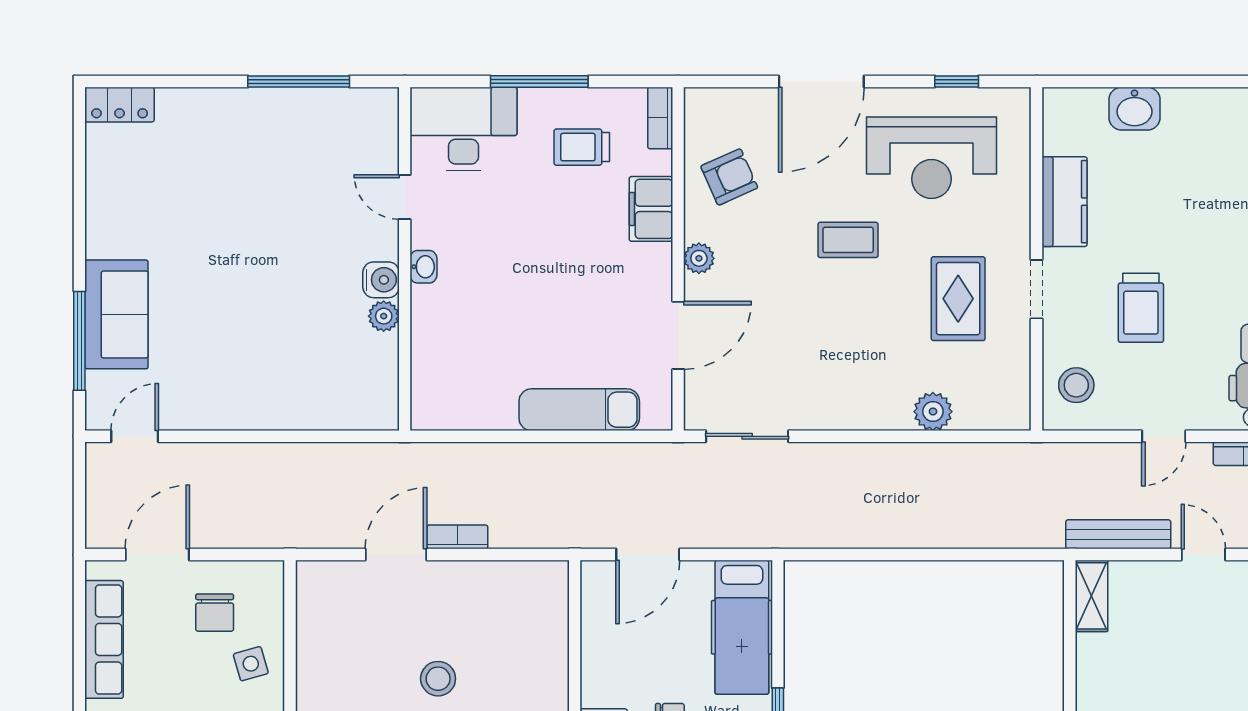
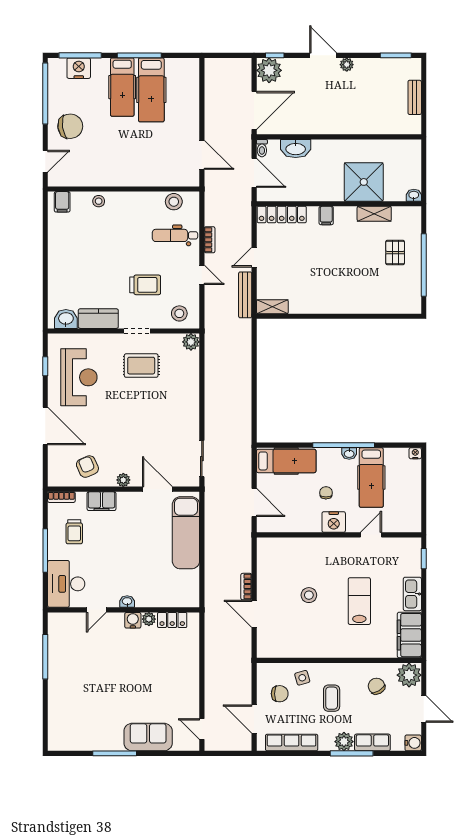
locker: (120, 105) -> (172, 620), moved, turned 90
washbasin: (1135, 109) -> (66, 319), moved, turned -90
coffee table: (848, 240) -> (115, 414), removed
window: (79, 341) -> (115, 753), moved
exam couch: (579, 410) -> (186, 533), width x1.36, depth x1.45
plant: (933, 412) -> (191, 342), moved

